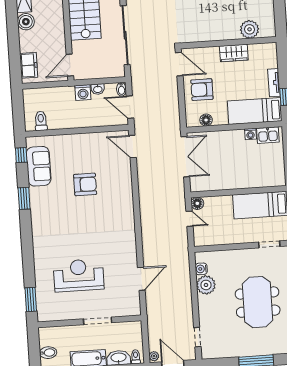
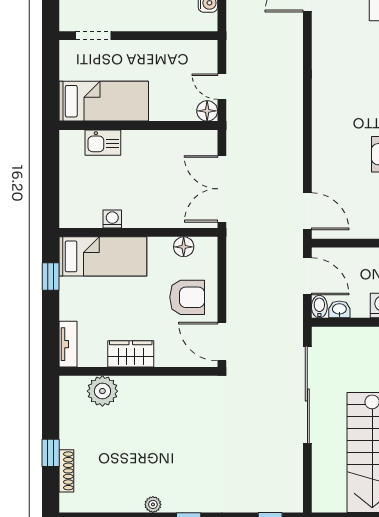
tv unit: (274, 83) -> (68, 344), moved
washbasin: (98, 89) -> (339, 309), moved
kitchen sink: (268, 135) -> (103, 143), moved, turned 180

